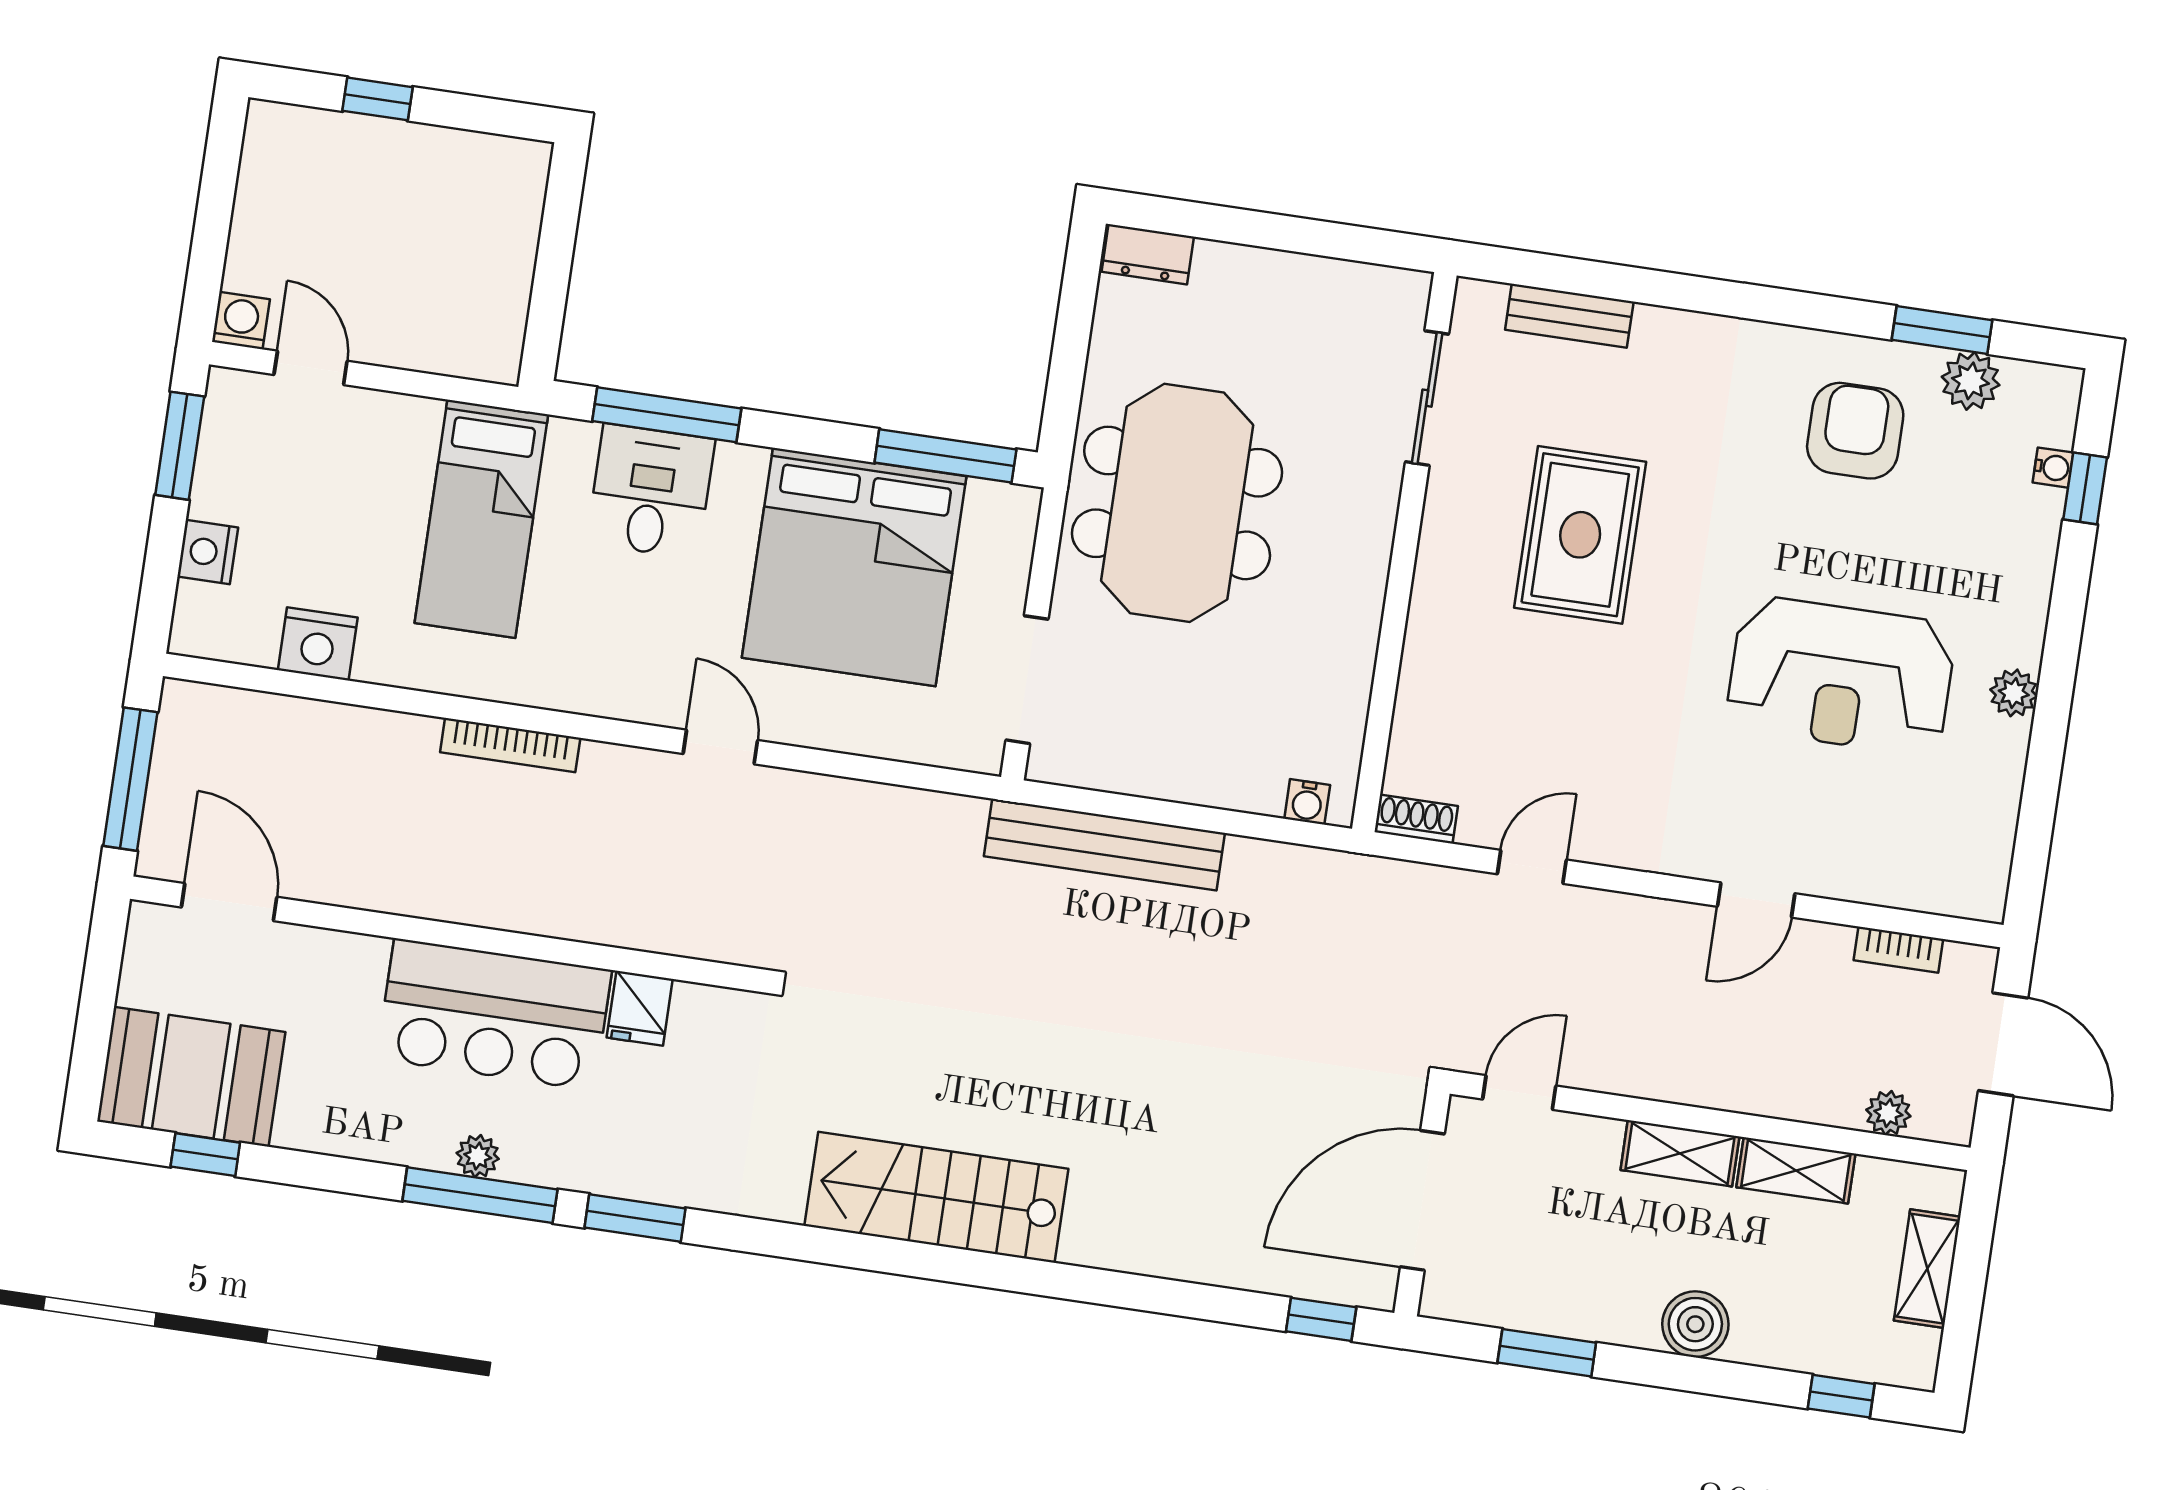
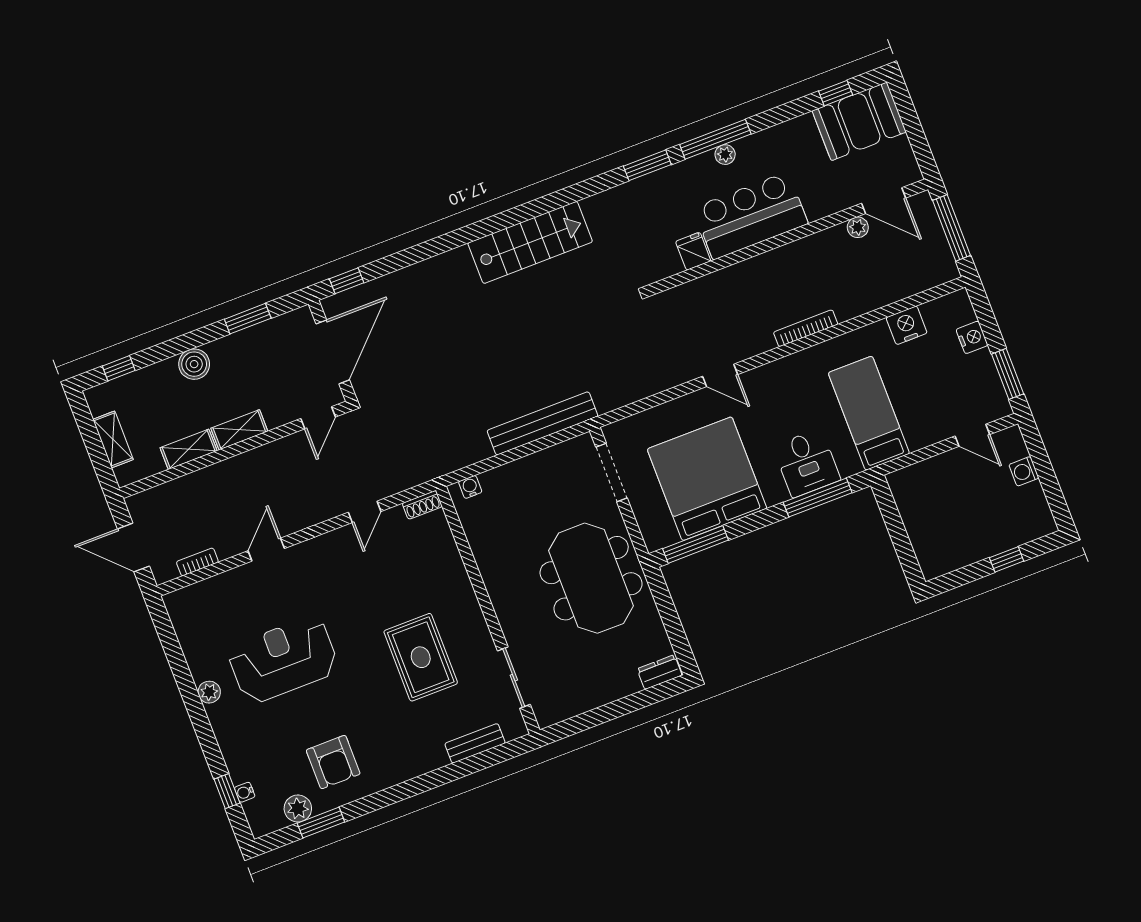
washing machine: (241, 320) -> (1024, 471), moved, turned 90
plant: (1888, 1113) -> (858, 227), moved

